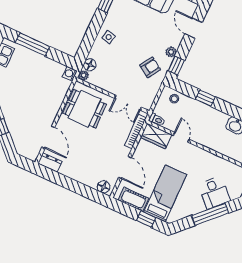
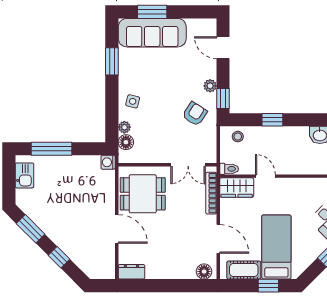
plant: (84, 75) -> (124, 127), moved
door: (48, 137) -> (117, 229), moved

